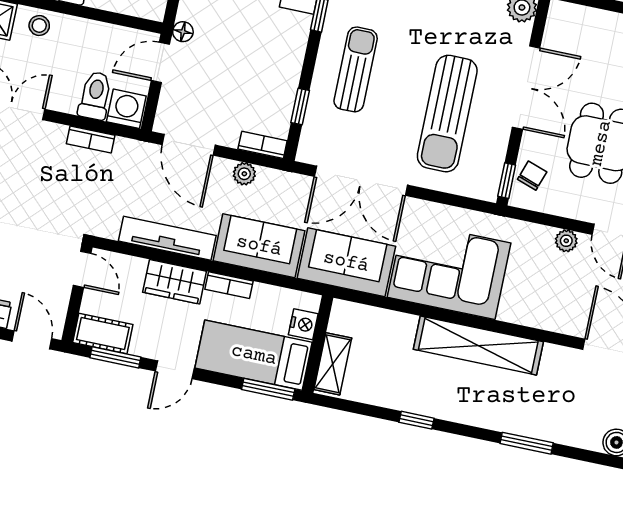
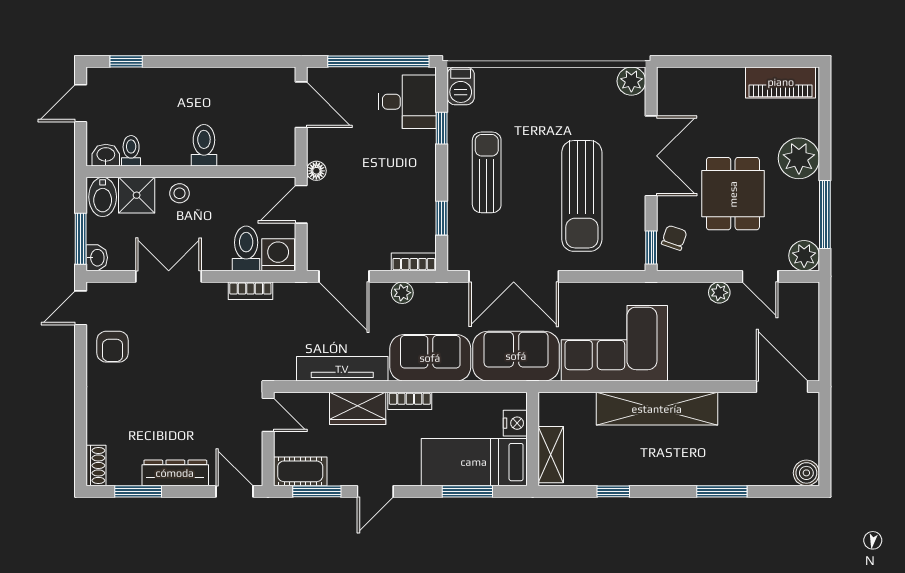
nightstand: (303, 324) -> (515, 423), moved
wall: (318, 344) -> (533, 439), moved
bed: (254, 355) -> (474, 462), moved
shelving: (333, 364) -> (551, 455), moved

